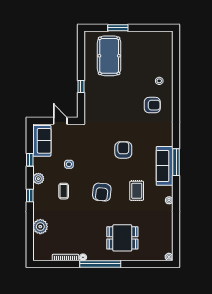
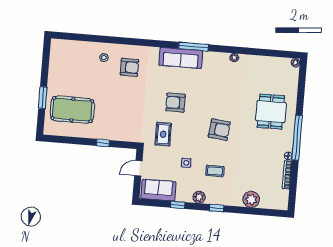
armchair: (152, 105) -> (130, 67), turned 90
sofa: (165, 166) -> (181, 58), moved
rug: (137, 191) -> (163, 134), moved, turned 90

